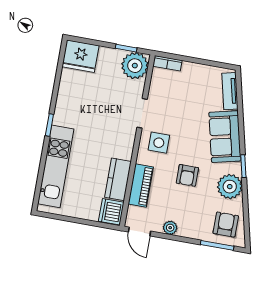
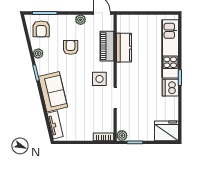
plant: (135, 66) -> (122, 136), width x0.53, depth x0.53
armchair: (187, 175) -> (71, 47), moved
plant: (230, 187) -> (38, 53), width x0.53, depth x0.53
dishwasher: (111, 212) -> (170, 88), moved, turned 180

